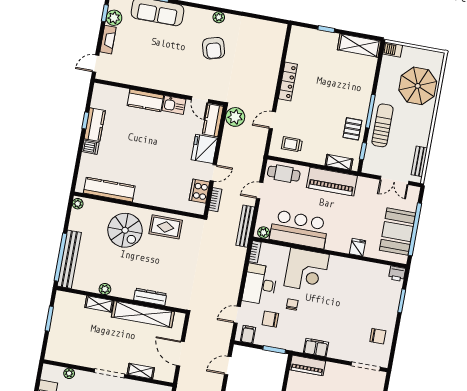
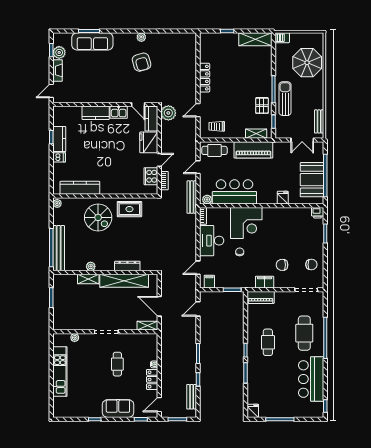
chair: (270, 319) -> (282, 265), moved
shelving: (141, 371) -> (147, 326), moved

